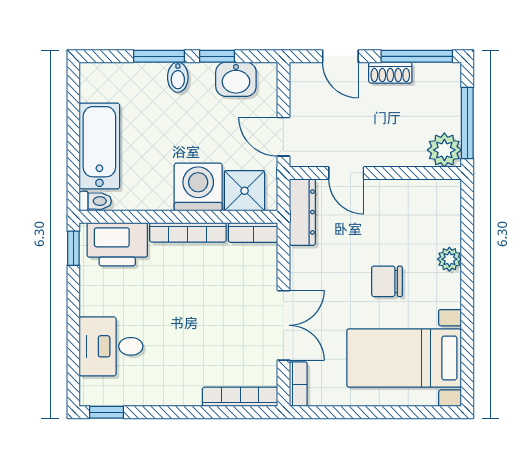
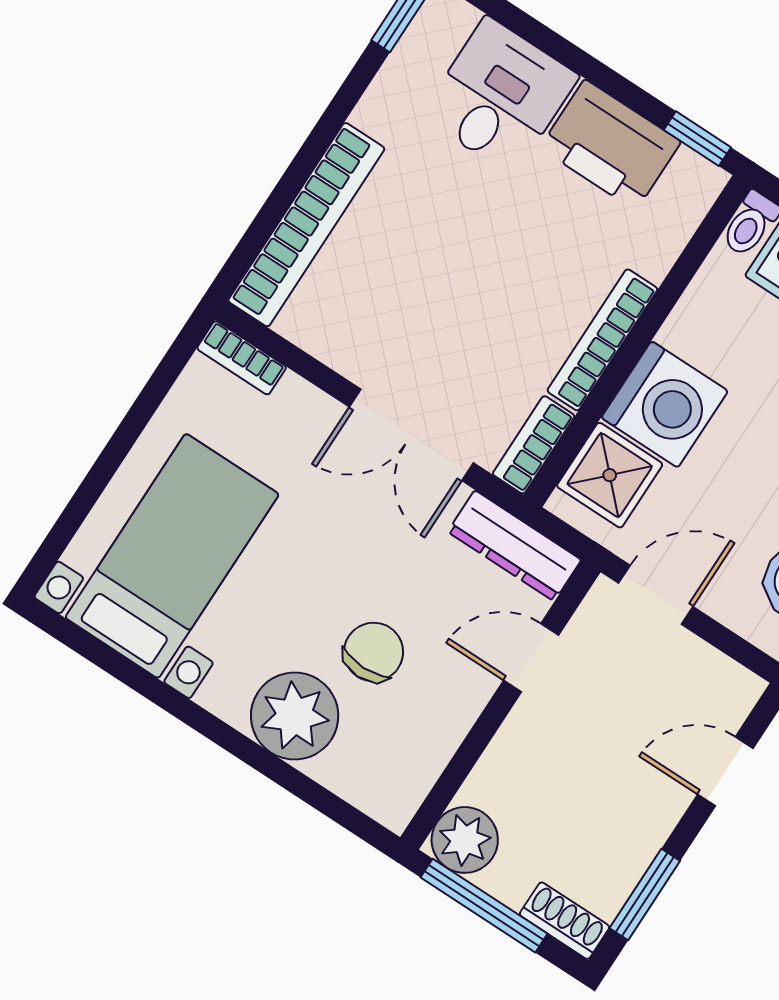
window: (417, 56) -> (645, 894), width x0.69
shoe rack: (390, 73) -> (565, 921), moved, turned 90
printer: (117, 244) -> (610, 145), moved, turned -90
plant: (449, 259) -> (295, 716), width x1.88, depth x1.88
chair: (387, 281) -> (374, 652), moved
double door: (283, 325) -> (411, 435), moved
bookcase: (240, 397) -> (306, 225), width x1.48, depth x1.31

